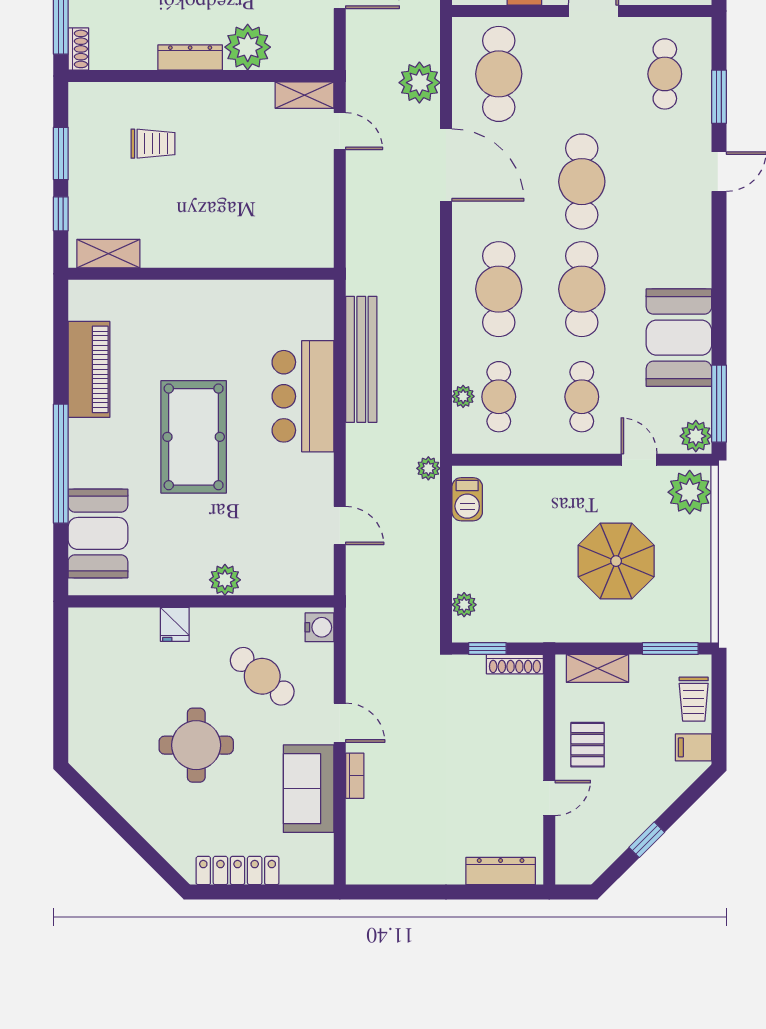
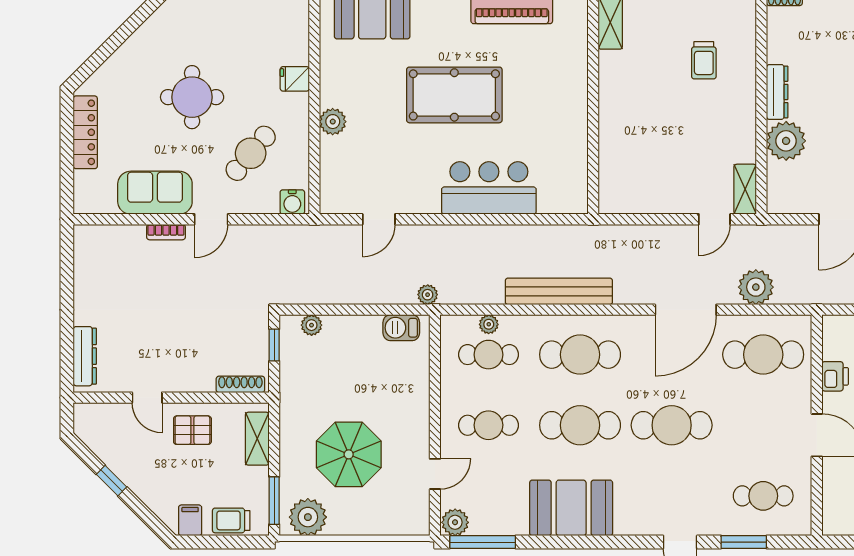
booth: (679, 338) -> (571, 508), moved
bench: (361, 359) -> (559, 291), moved
plant: (690, 492) -> (308, 517), moved
shoe rack: (515, 664) -> (240, 384), moved, turned 90

